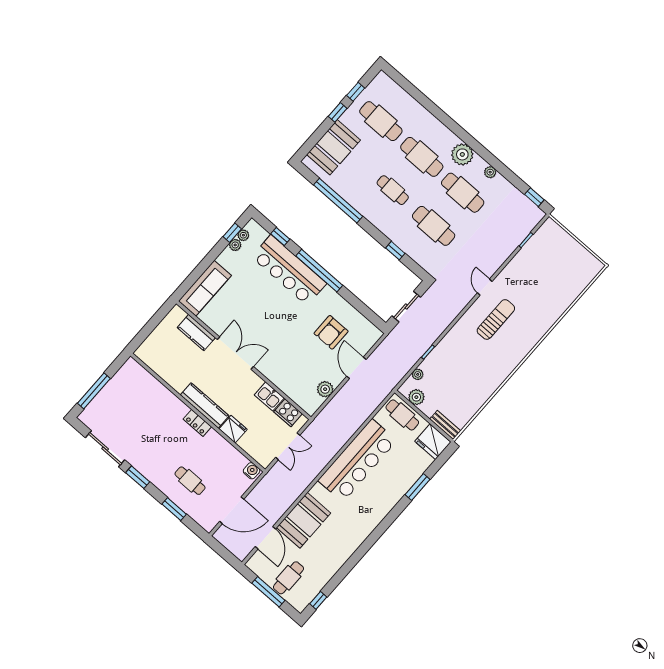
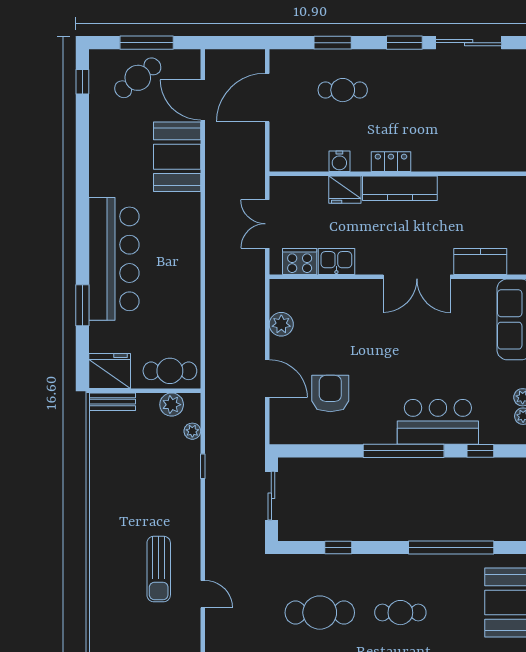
bar counter: (289, 270) -> (438, 422), width x0.73
bar counter: (357, 460) -> (114, 259), moved, turned 180
water cooler: (252, 471) -> (339, 161), moved
cafe table: (288, 578) -> (138, 78), turned 52

